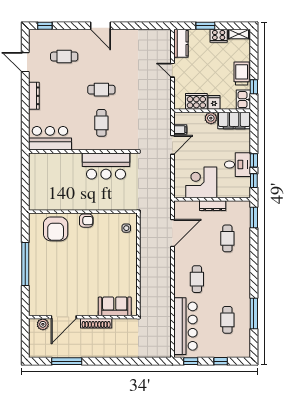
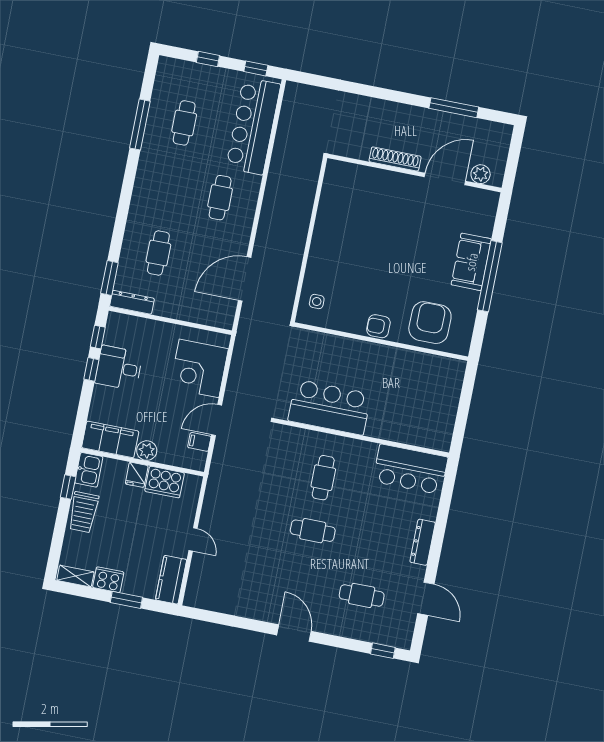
corner desk: (201, 182) -> (199, 368), moved, turned 90
dresser: (213, 206) -> (132, 302), moved
sofa: (115, 306) -> (471, 262), moved, turned 90

